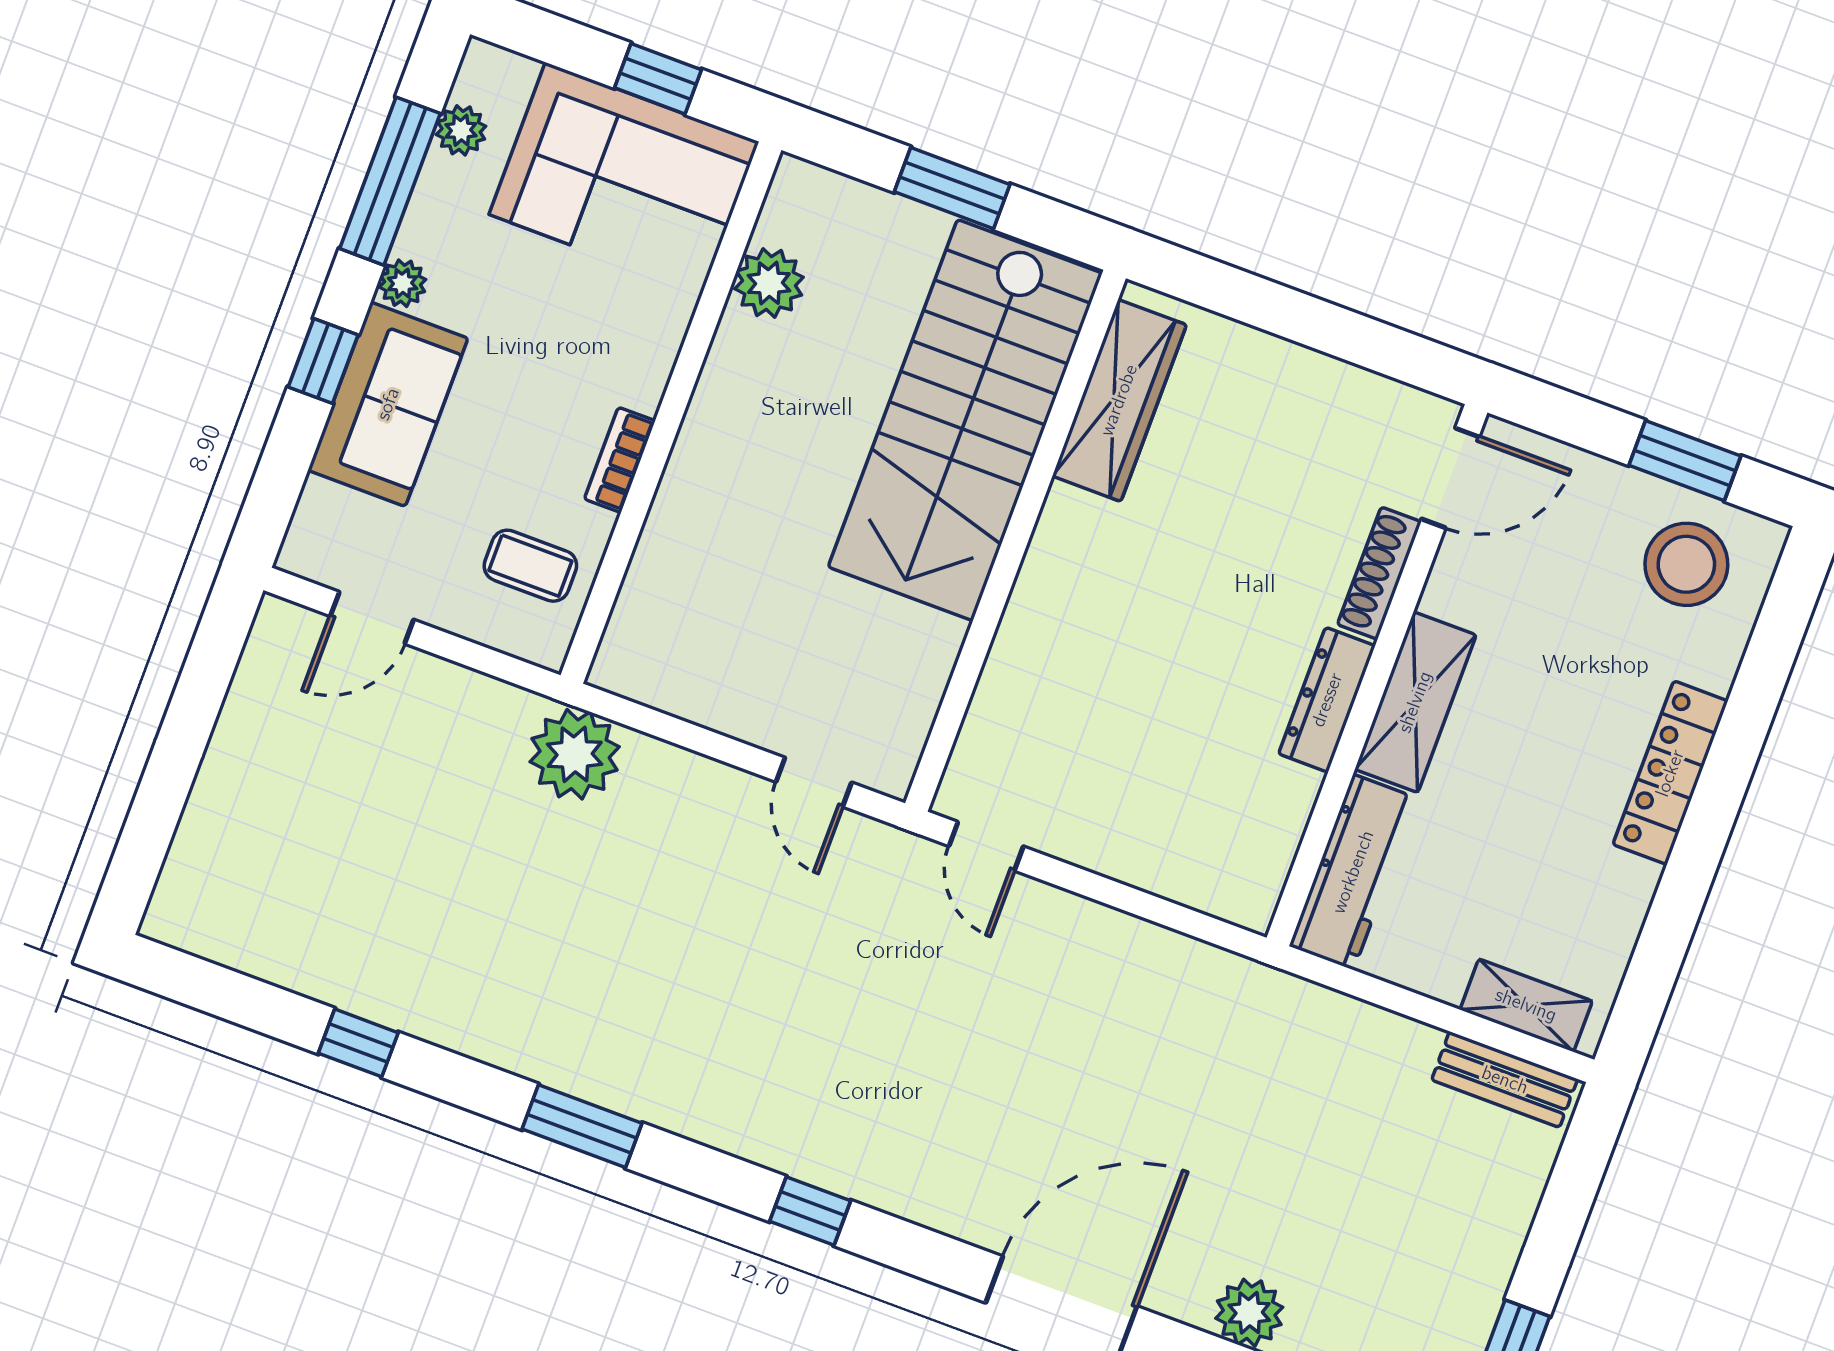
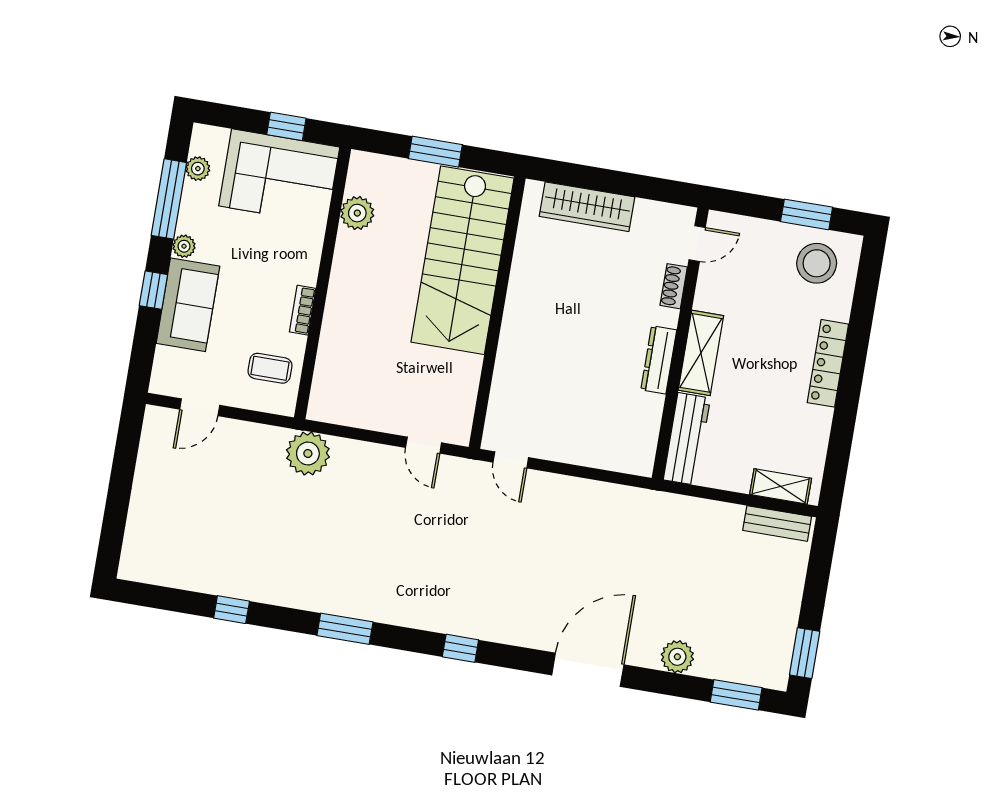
wardrobe: (1119, 400) -> (587, 207), moved, turned 90
door: (1450, 478) -> (697, 244), width x0.73
shoe rack: (1379, 573) -> (674, 286), width x0.70

